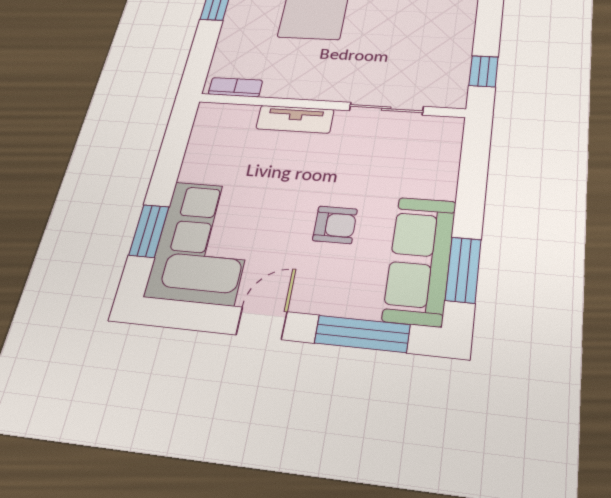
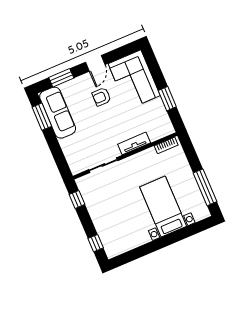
armchair: (335, 225) -> (101, 97), moved
window: (149, 231) -> (167, 99), moved
window: (362, 334) -> (61, 78), width x0.69

